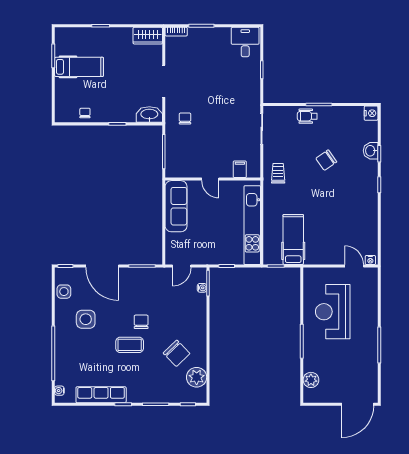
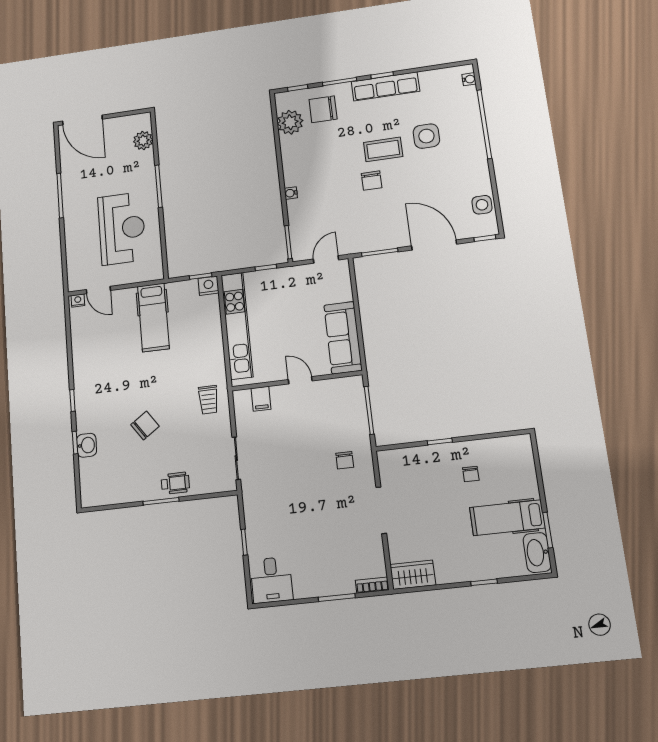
chair: (85, 113) -> (471, 474), moved
nightstand: (371, 113) -> (209, 286), moved, turned 90
washbasin: (149, 115) -> (537, 553), moved, turned 90
hospital bed: (293, 240) -> (153, 317), moved
water cooler: (202, 288) -> (291, 193), moved
side table: (86, 319) -> (426, 136), moved
chair: (177, 353) -> (323, 109), moved, turned -46
row of seats: (101, 395) -> (385, 86), moved
door: (358, 404) -> (82, 120), swing flipped

